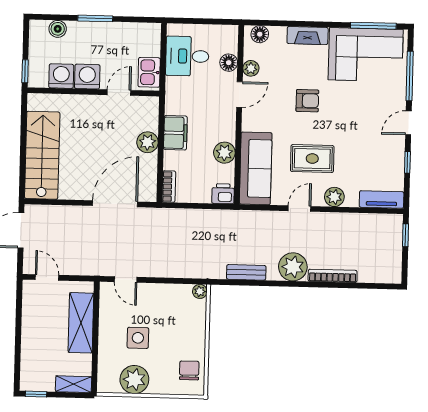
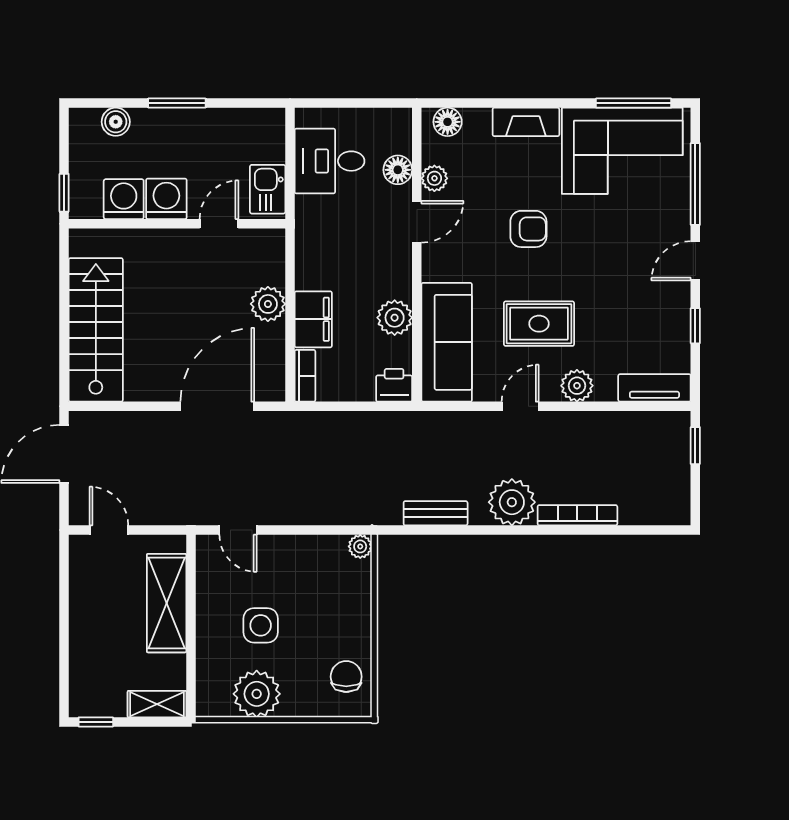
filing cabinet: (175, 133) -> (313, 319), moved

